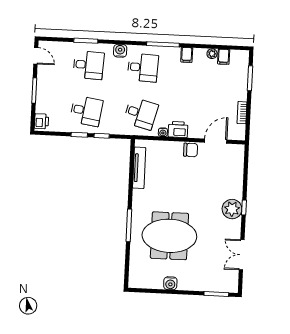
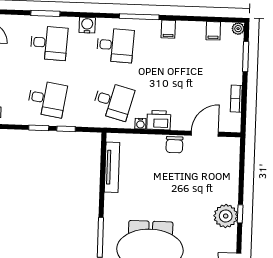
plant: (212, 54) -> (238, 29), moved
chair: (191, 150) -> (174, 145), turned 90

